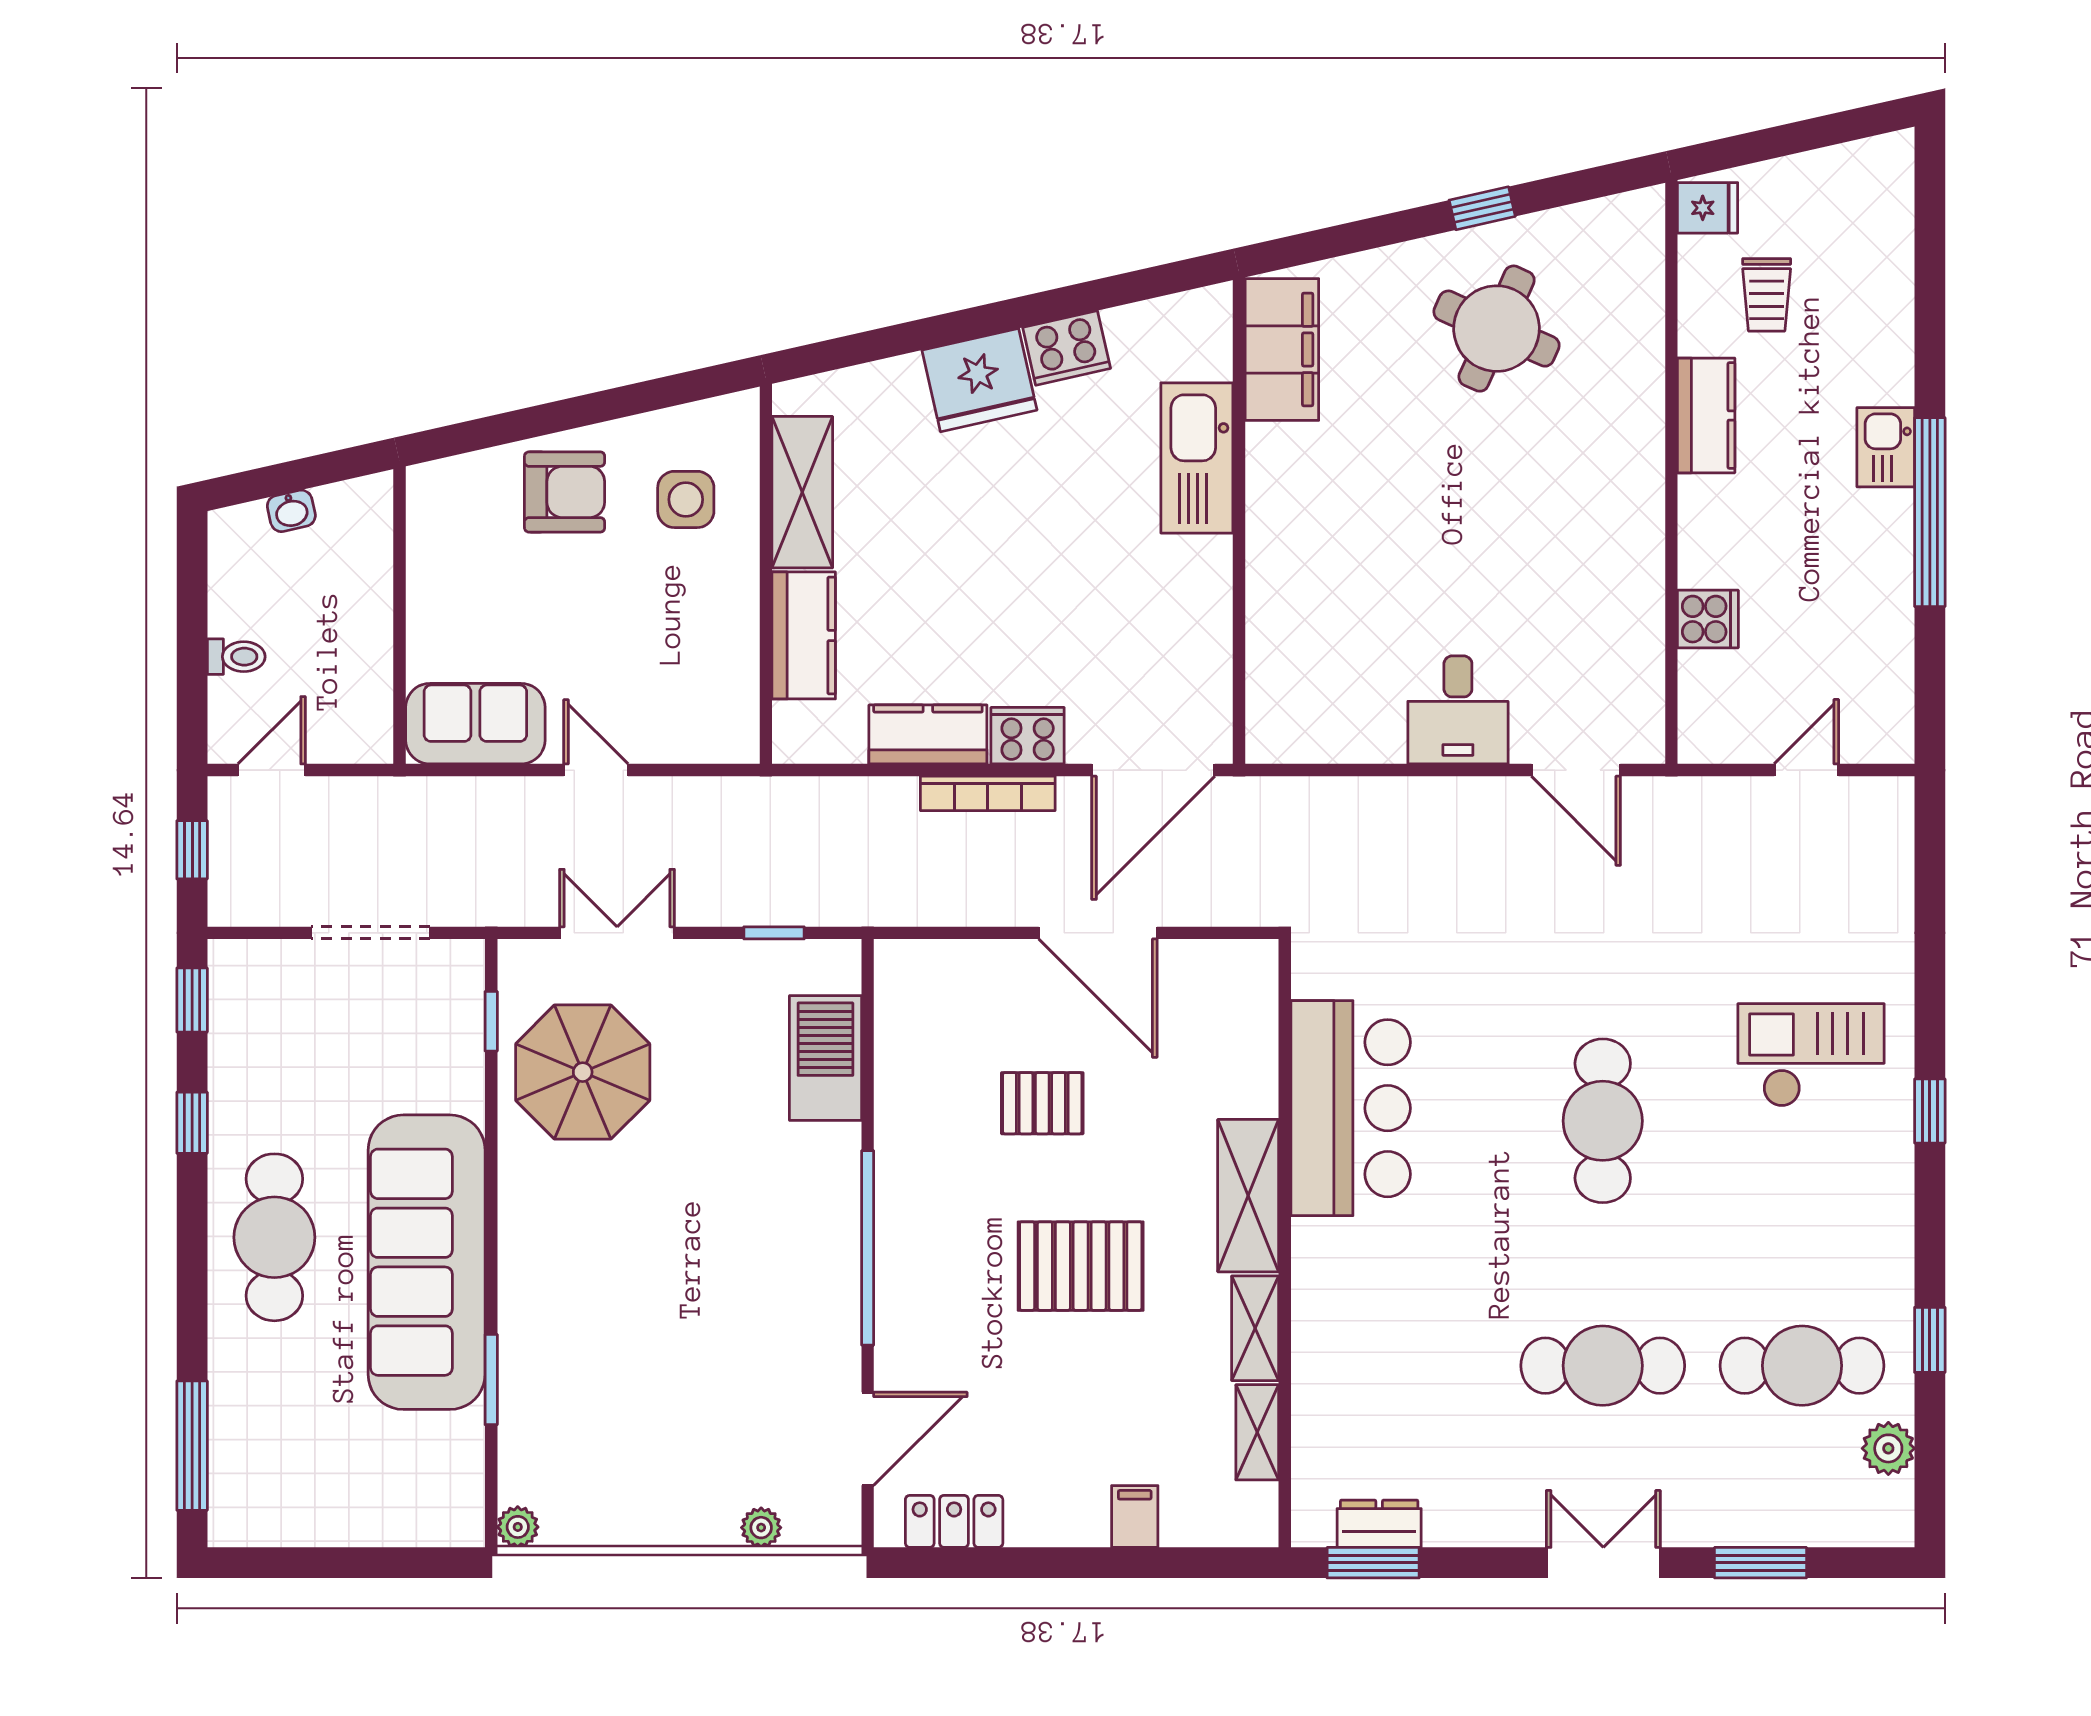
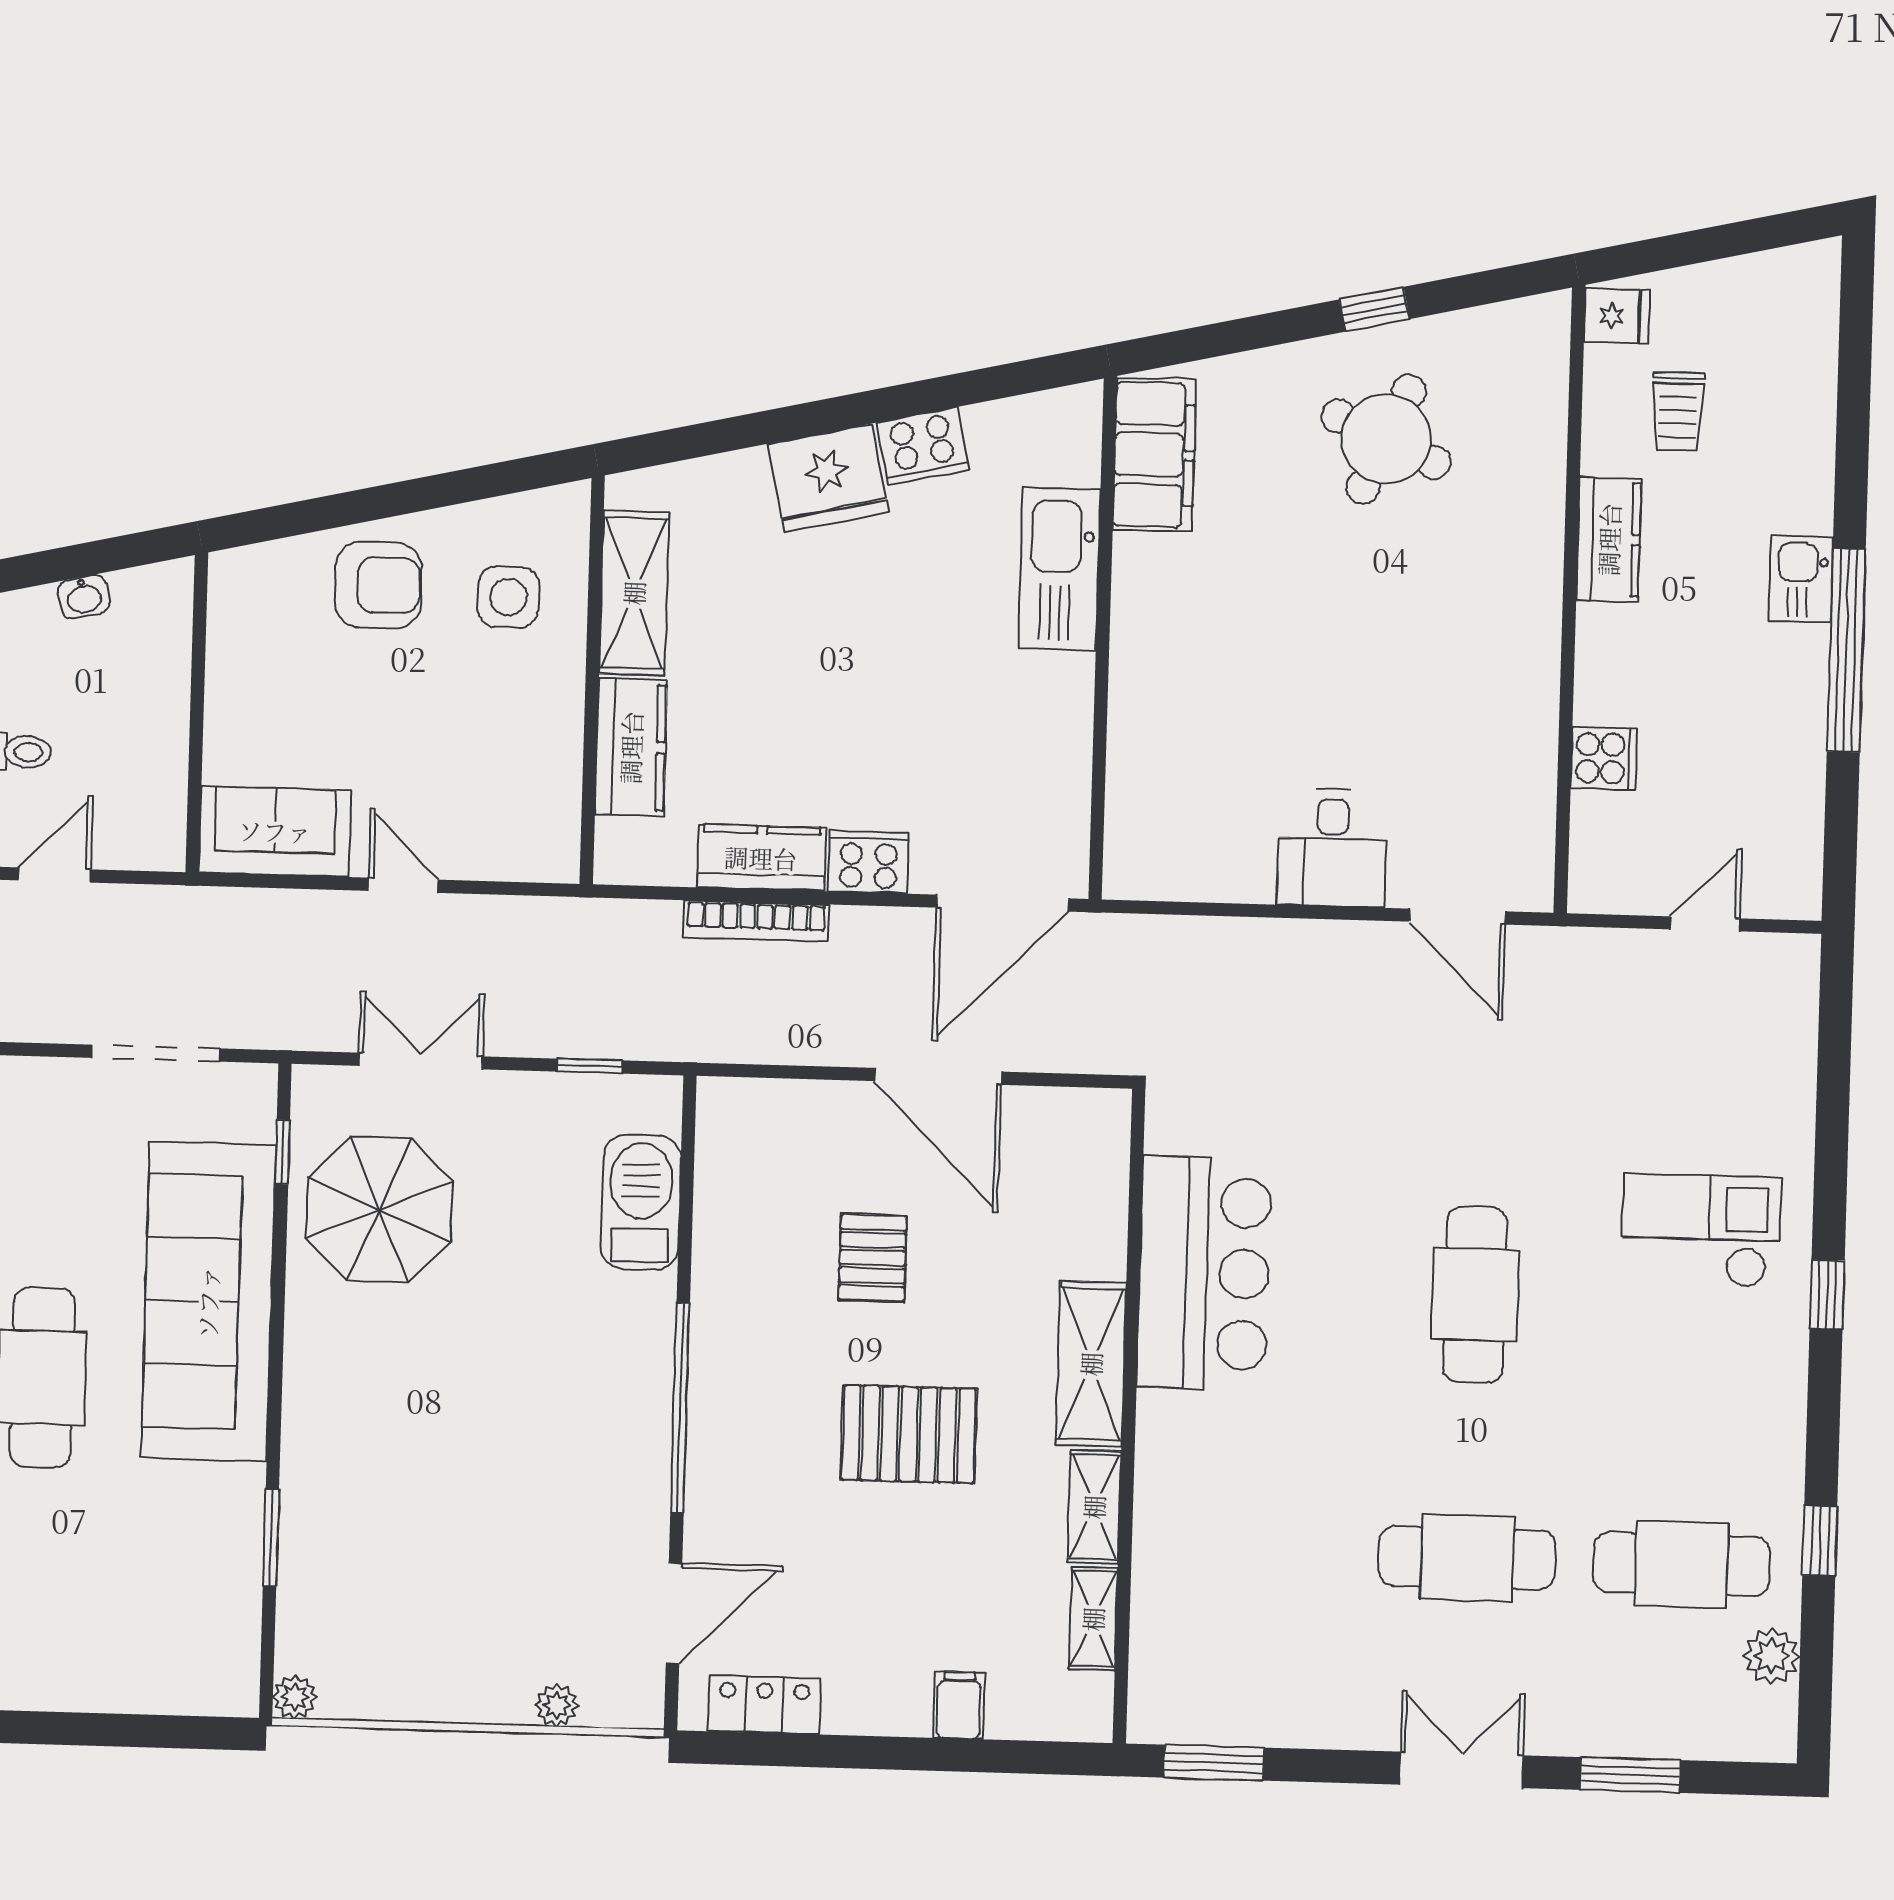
bookcase: (988, 793) -> (756, 921), moved
pallet: (1042, 1103) -> (873, 1258), turned 90
sofa: (427, 1262) -> (208, 1302), moved
dresser: (1379, 1524) -> (1222, 1721), removed

